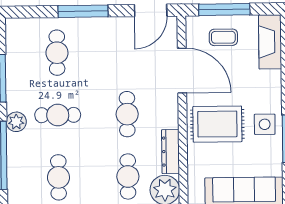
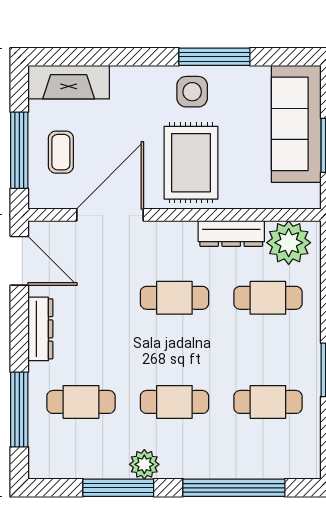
window: (83, 11) -> (19, 409), moved
dresser: (105, 25) -> (40, 329), added
cafe table: (58, 115) -> (174, 402), turned 90
plant: (16, 122) -> (144, 464), moved

